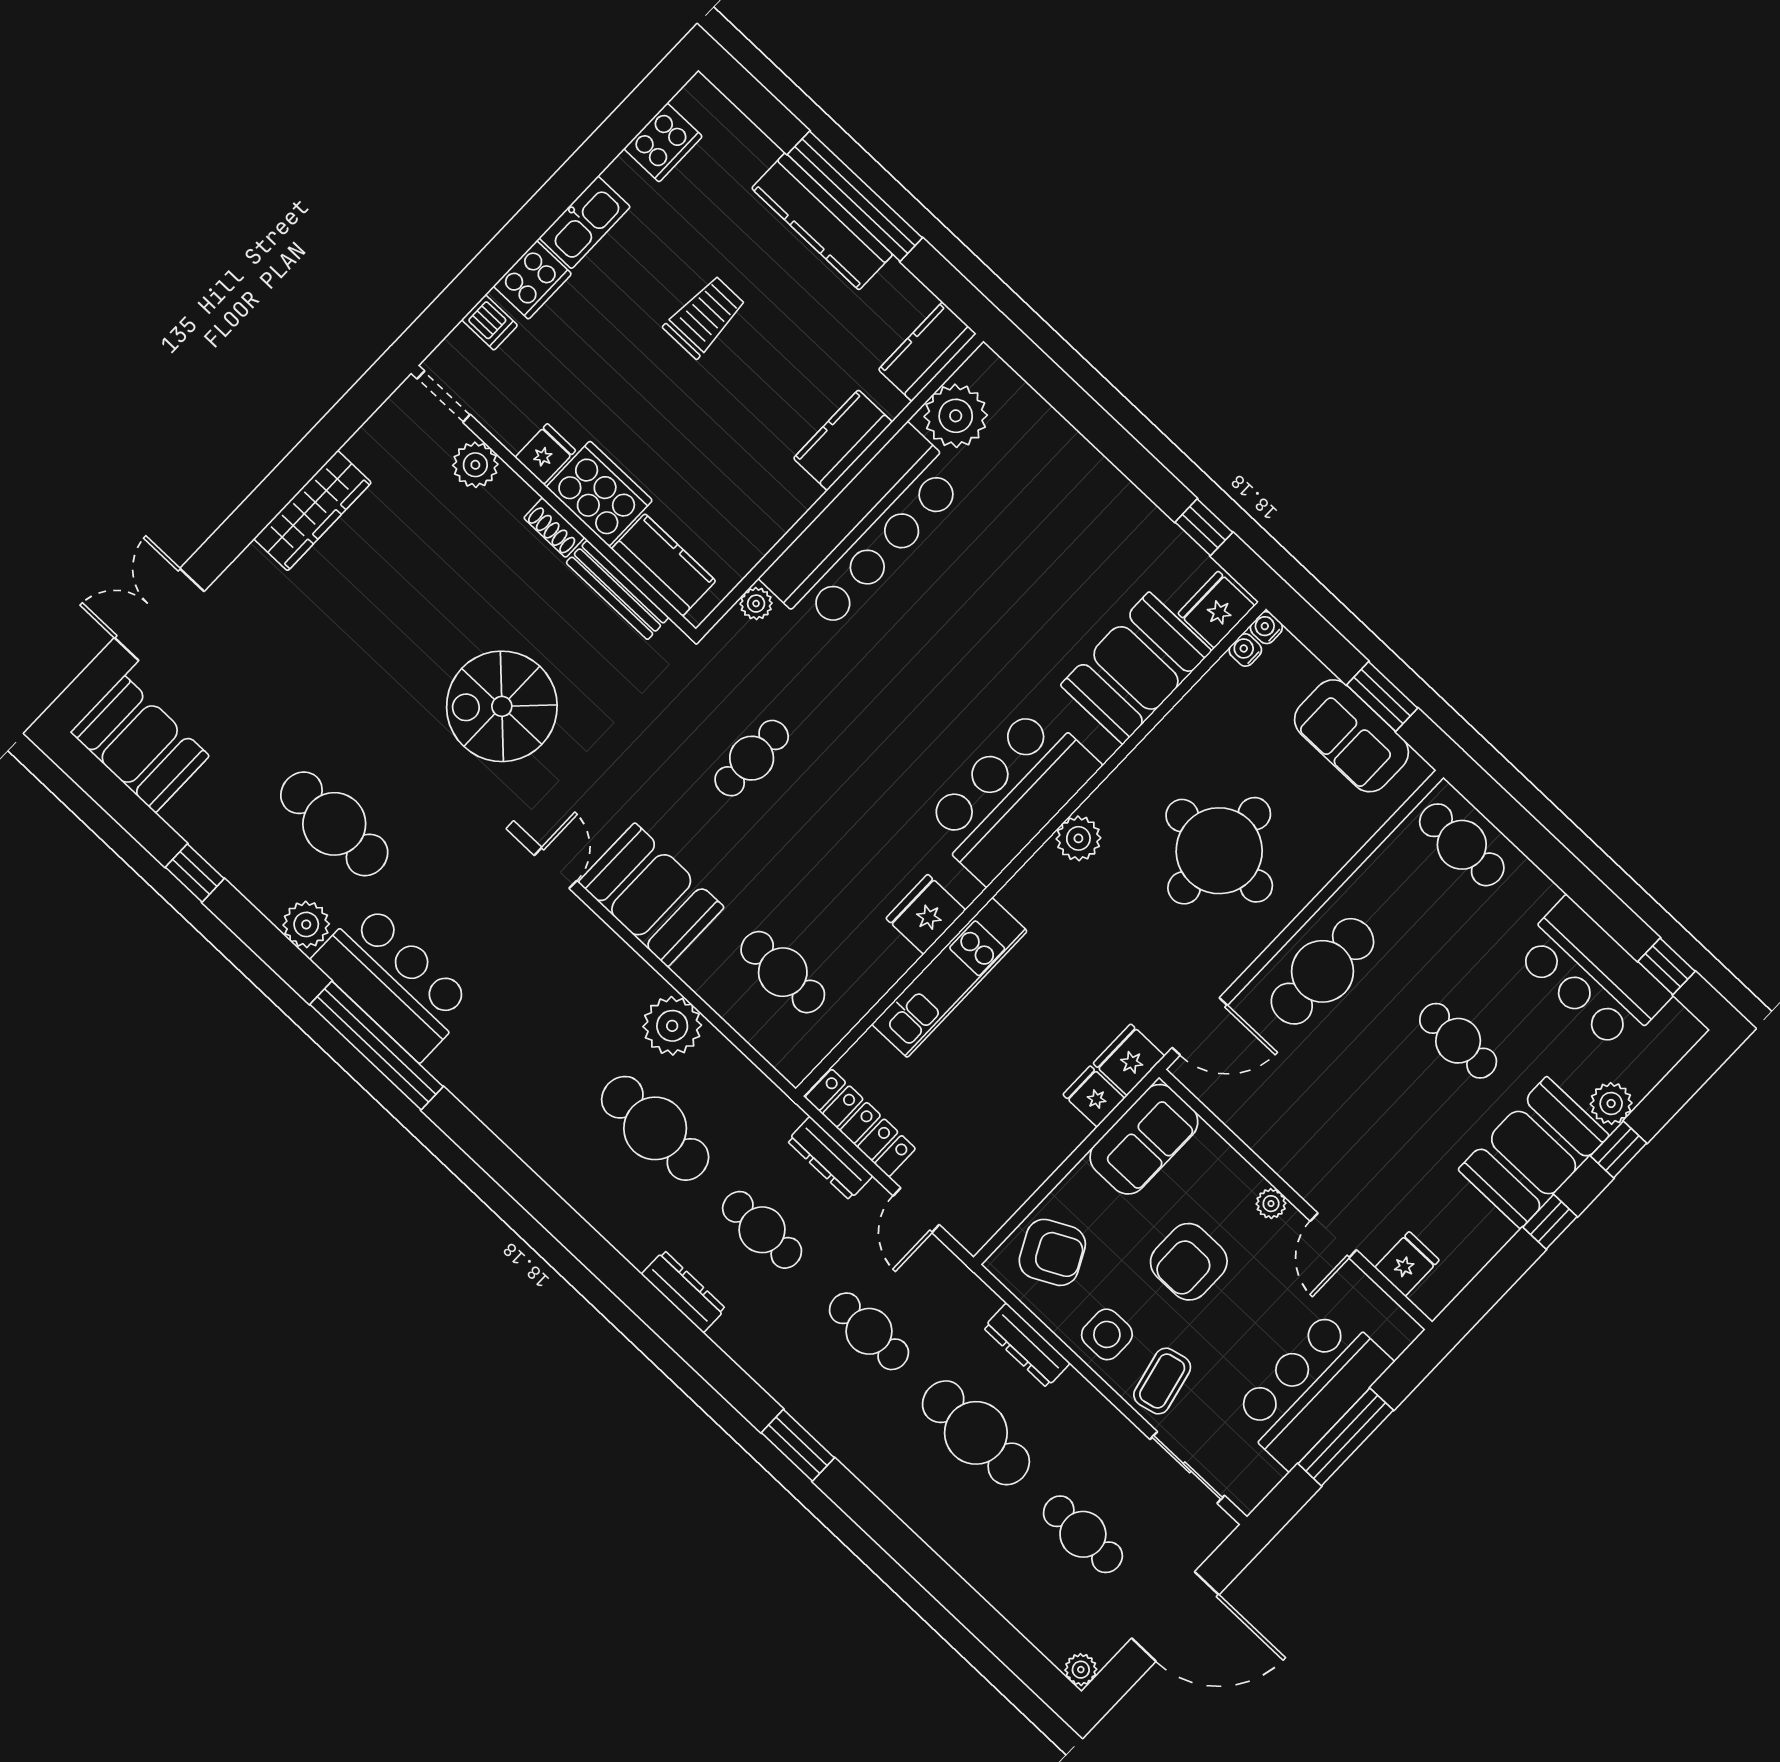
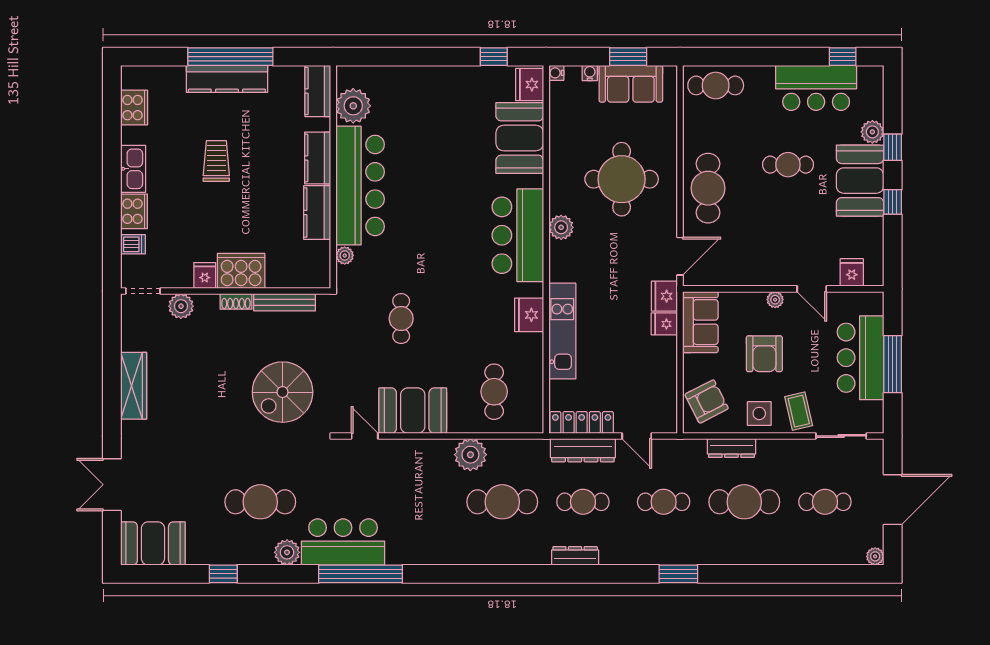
kitchen counter: (664, 565) -> (317, 213), moved, turned -90
water cooler: (1245, 650) -> (590, 73), moved, turned 90
cafe table: (783, 972) -> (494, 392), turned 90
dresser: (830, 1158) -> (583, 450), width x1.37, depth x1.24

